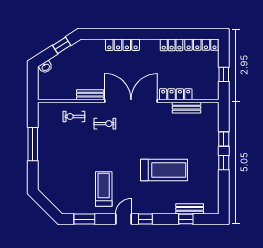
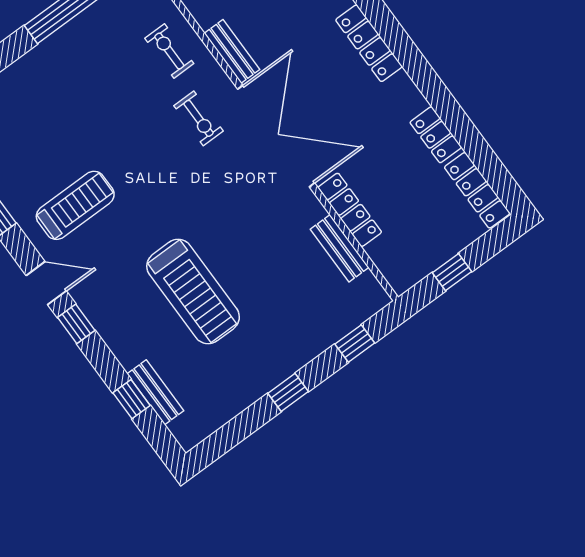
window: (224, 139) -> (355, 343), moved

